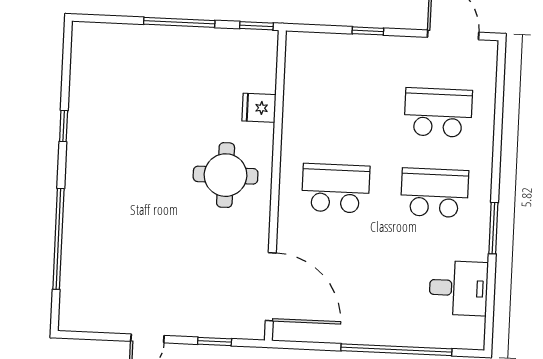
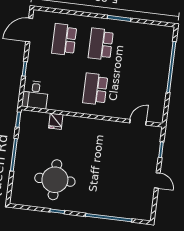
round table: (226, 175) -> (55, 180), moved, width x1.36, depth x1.36
door: (271, 287) -> (138, 122), width x0.53
desk: (458, 288) -> (35, 95), moved, turned 180

